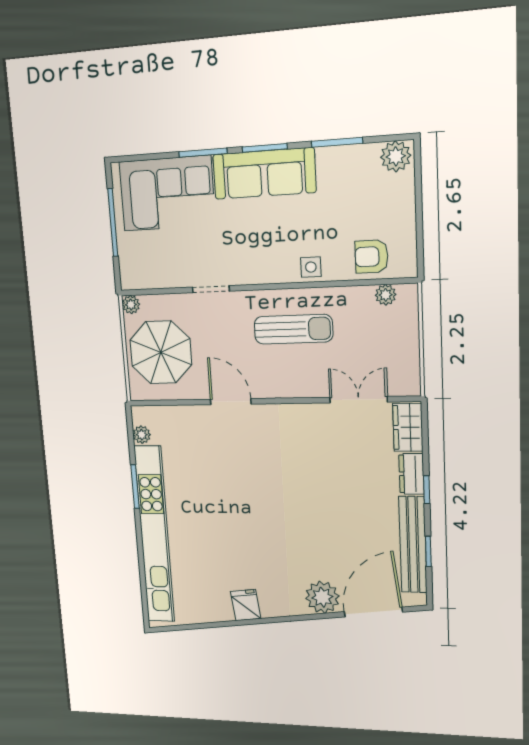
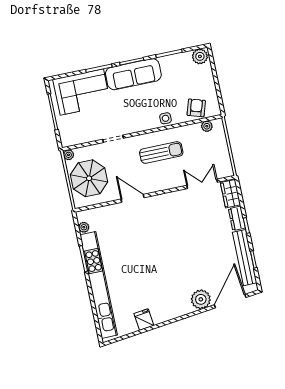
armchair: (372, 257) -> (196, 108), turned 107
fridge: (246, 605) -> (144, 320), moved

